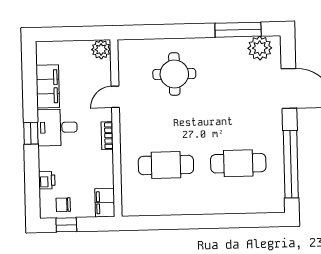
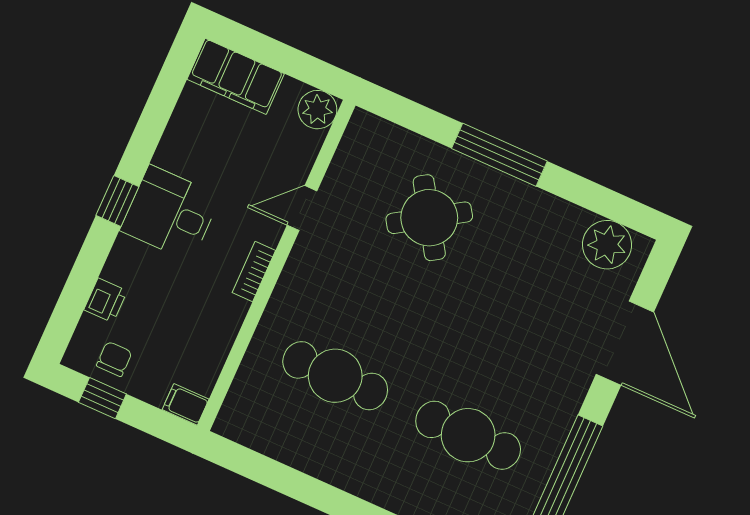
window: (238, 30) -> (499, 155), moved
round table: (174, 74) -> (429, 218), turned -33
filing cabinet: (48, 86) -> (236, 76), moved, turned 90
filing cabinet: (105, 203) -> (186, 404), width x0.50
chair: (63, 205) -> (114, 359), turned 90

